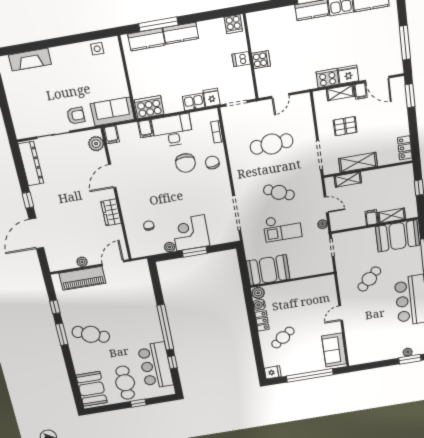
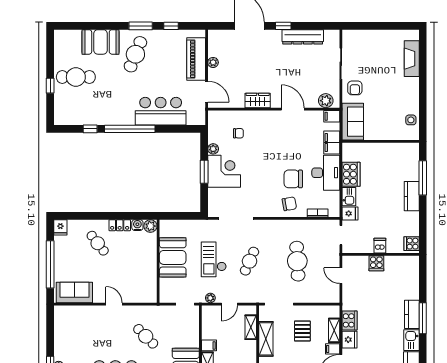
kitchen counter: (146, 40) -> (411, 165), removed
cooker: (149, 107) -> (351, 174), moved
filing cabinet: (145, 129) -> (332, 143), width x2.00
dresser: (31, 164) -> (303, 37), moved
booth: (268, 270) -> (173, 257), moved
bar counter: (156, 366) -> (161, 111), moved
booth: (92, 389) -> (100, 42), moved

